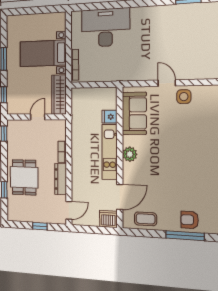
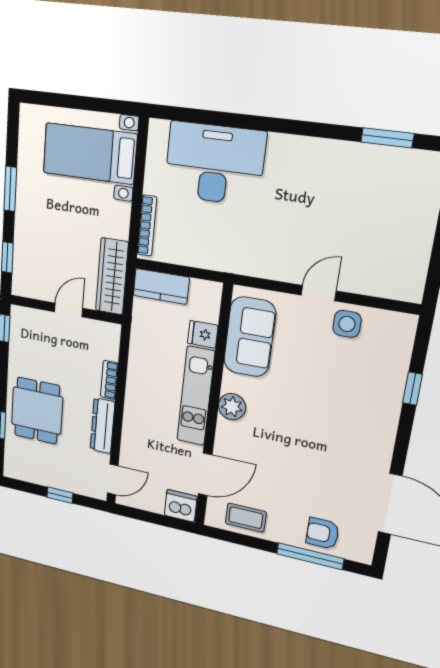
bed with nightstands: (43, 53) -> (90, 154), moved
door: (167, 83) -> (319, 293), hinge flipped
kitchen counter: (85, 95) -> (161, 286), added

